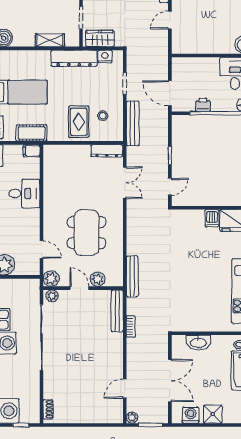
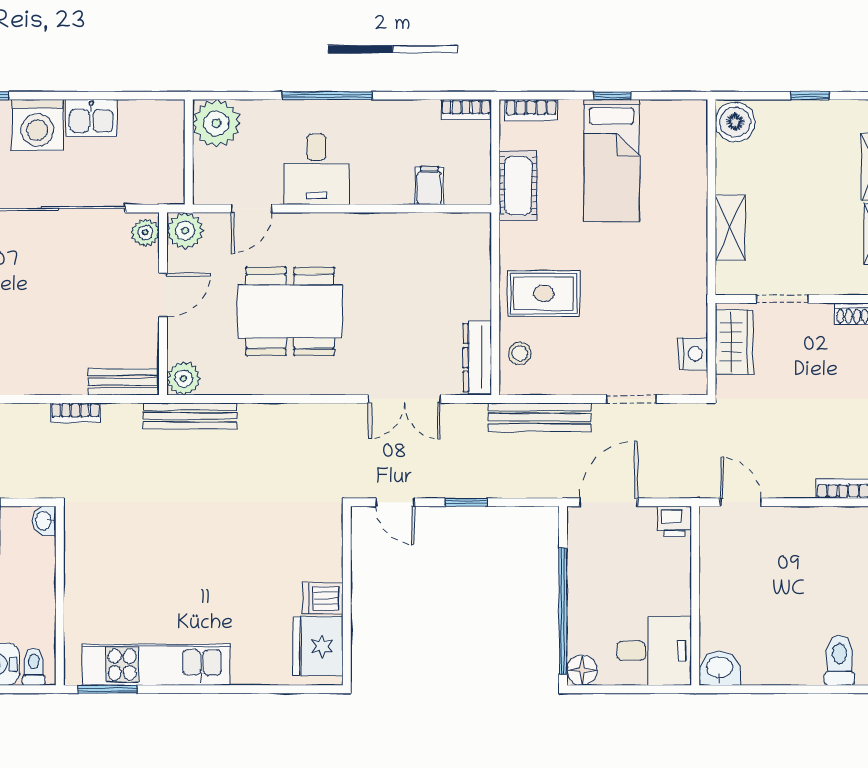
door: (170, 20) -> (741, 502), moved
dresser: (74, 58) -> (689, 283), removed
printer: (203, 105) -> (675, 521), moved, turned 90
stool: (103, 116) -> (520, 353), moved
filing cabinet: (32, 151) -> (429, 186), moved
desk: (24, 194) -> (317, 169), moved
plant: (98, 279) -> (184, 378), moved
bench: (117, 311) -> (123, 382), width x0.73
washbasin: (198, 342) -> (44, 521), moved, width x0.52, depth x0.69

